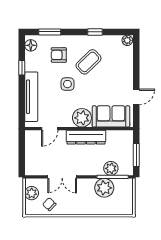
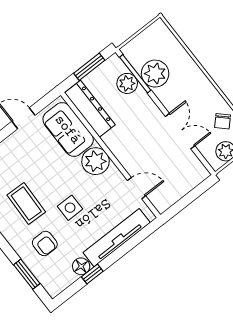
floor lamp: (31, 45) -> (81, 266), moved
coffee table: (88, 62) -> (26, 203), turned 46
dresser: (86, 137) -> (90, 109), moved

